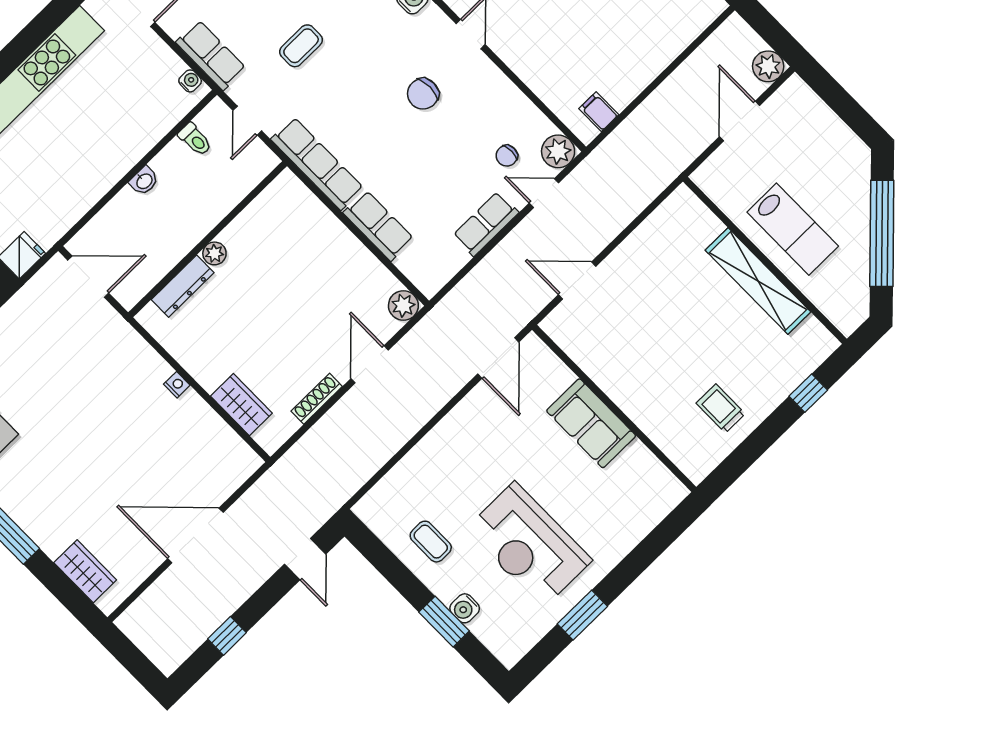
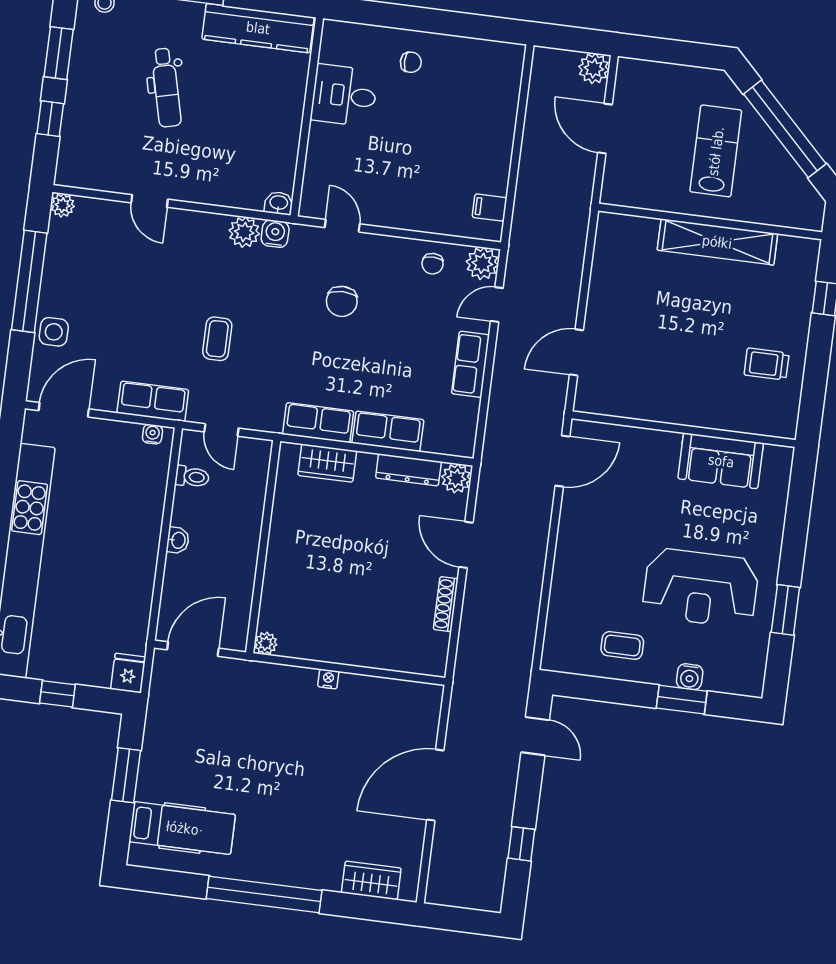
chair: (507, 156) -> (433, 264), moved
row of seats: (317, 164) -> (318, 423), width x0.68
lab bench: (793, 229) -> (716, 151), moved, turned -90
plant: (214, 253) -> (266, 643), moved
dresser: (183, 286) -> (408, 470), moved, turned 90
door: (498, 358) -> (562, 461), hinge flipped
wardrobe: (241, 405) -> (327, 463), moved, turned 180
sofa: (591, 423) -> (721, 461), moved

